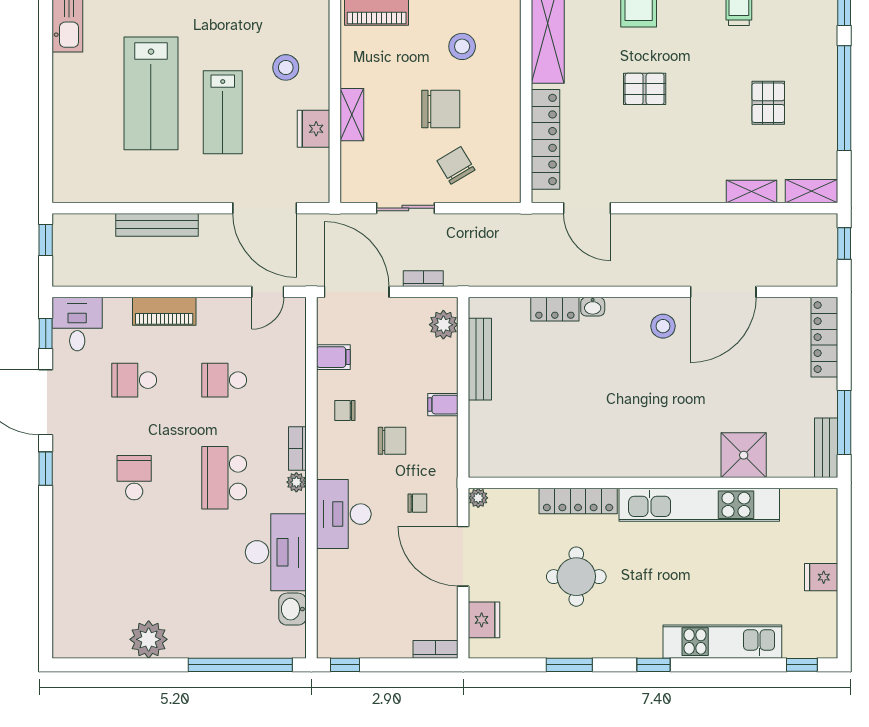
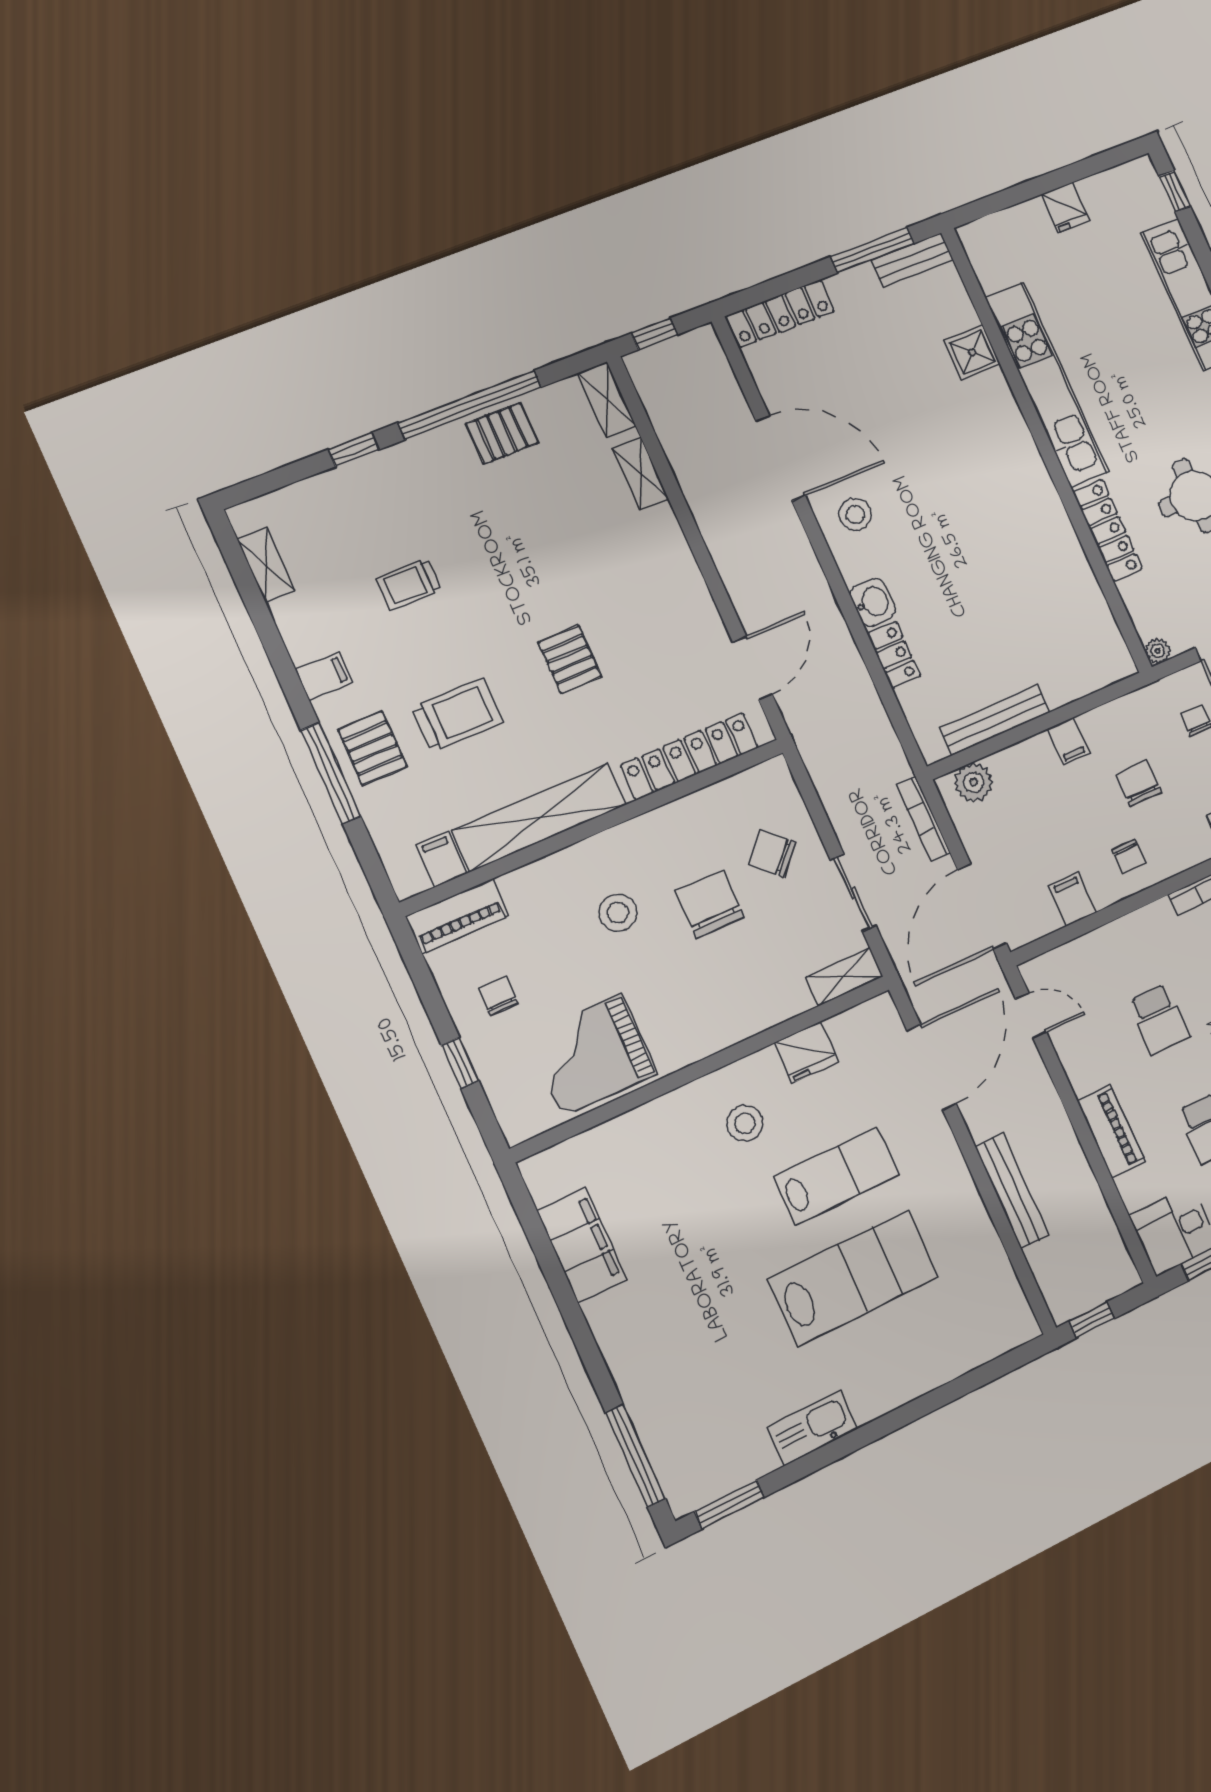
pallet: (768, 103) -> (502, 433), moved
shelving: (352, 115) -> (844, 977), moved
chair: (456, 165) -> (772, 854), turned 74
bookcase: (423, 279) -> (923, 818), width x1.56
washbasin: (593, 307) -> (873, 602), width x1.38, depth x1.45
shower: (744, 455) -> (972, 352), width x0.73, depth x0.73

